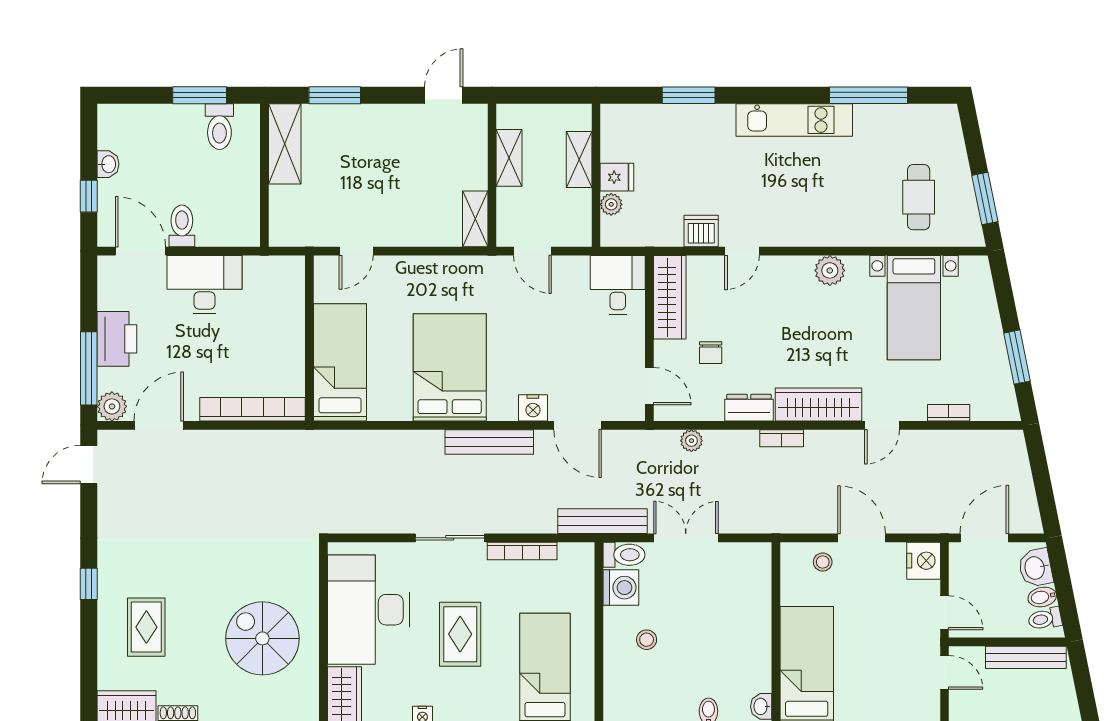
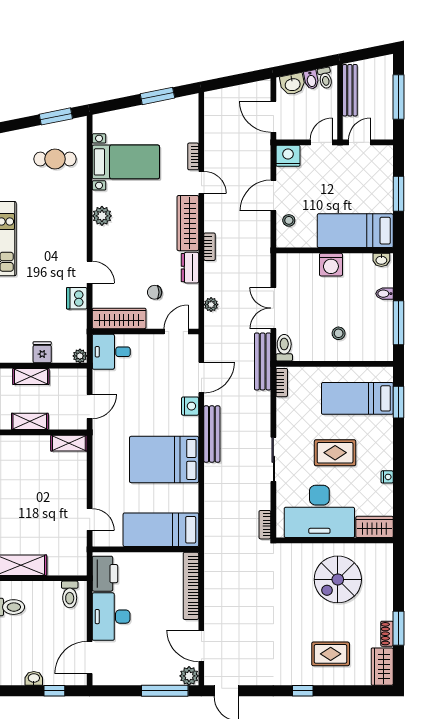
plant: (611, 204) -> (80, 356), moved
toilet: (182, 226) -> (70, 594), moved, turned -90
printer: (117, 339) -> (105, 574), moved, turned 90
chair: (711, 353) -> (155, 292), turned 180
bookcase: (949, 413) -> (193, 156), moved
bookcase: (348, 525) -> (265, 525), added
bookcase: (522, 551) -> (282, 383), moved, width x0.64
washing machine: (621, 588) -> (331, 265), moved, turned 180

